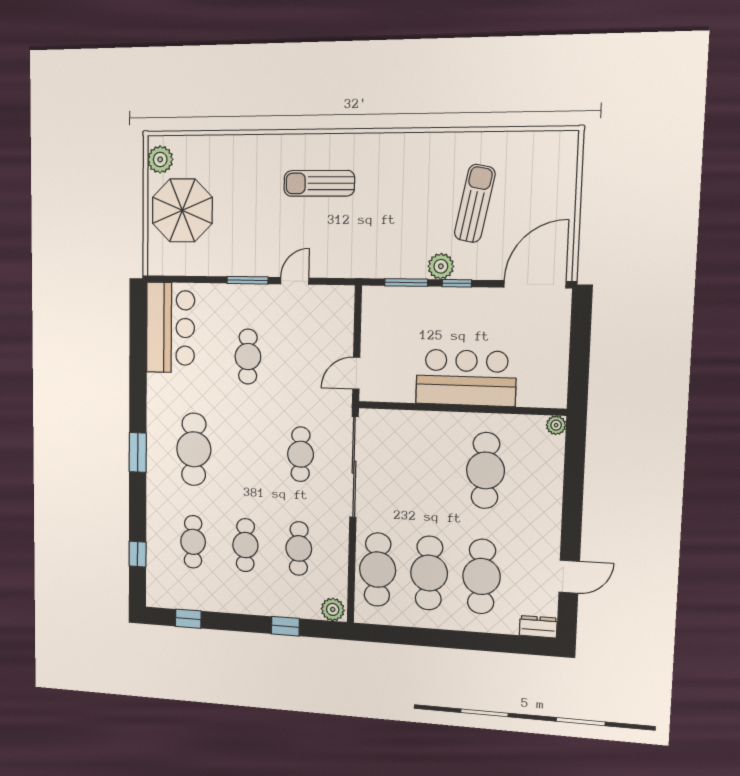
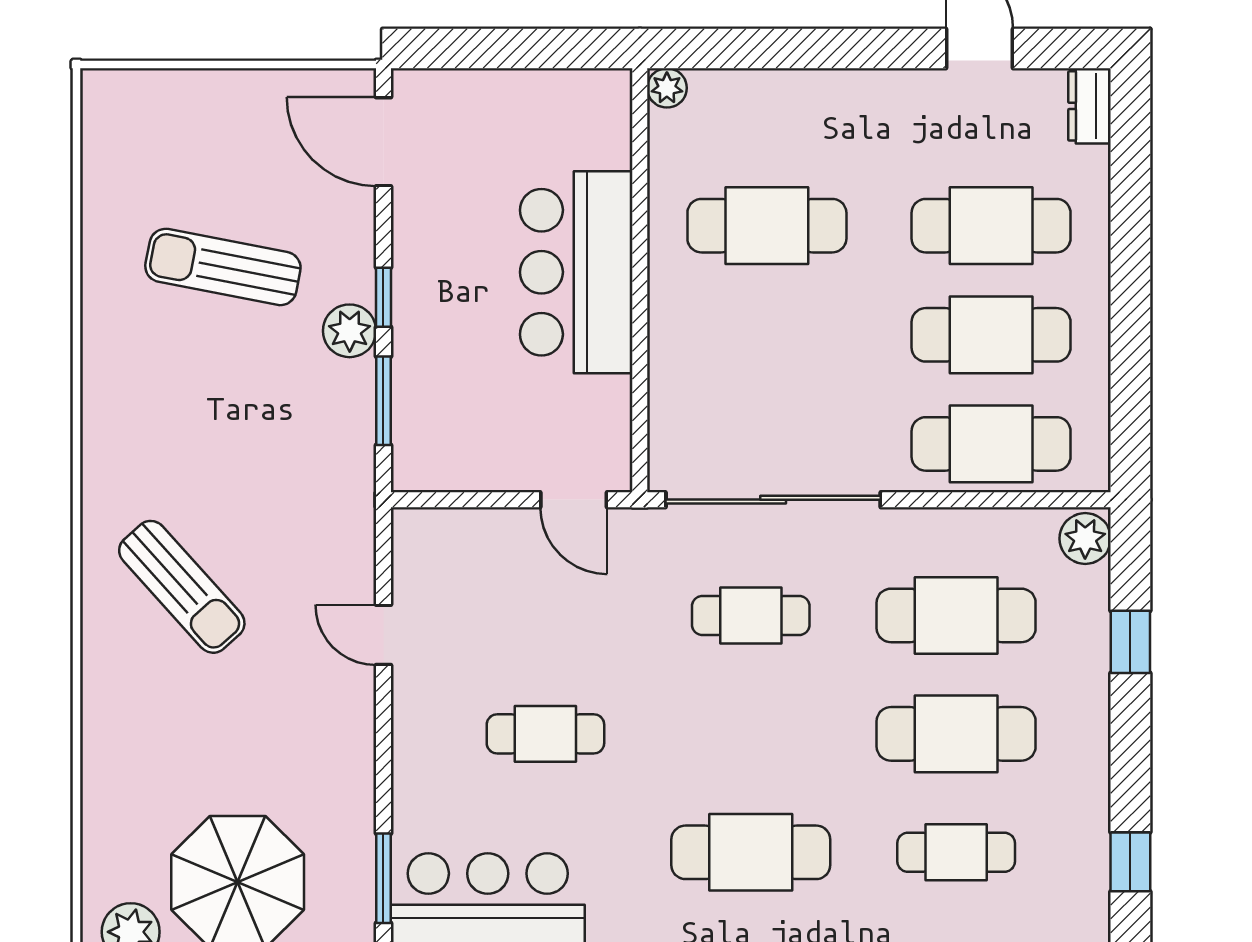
sun lounger: (319, 183) -> (182, 587), turned -42
window: (247, 280) -> (383, 878), moved
door: (535, 284) -> (383, 142), width x0.73
cafe table: (245, 545) -> (956, 734), width x1.37, depth x1.35
cafe table: (299, 548) -> (956, 615), width x1.37, depth x1.35

